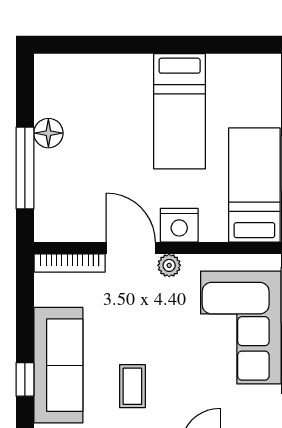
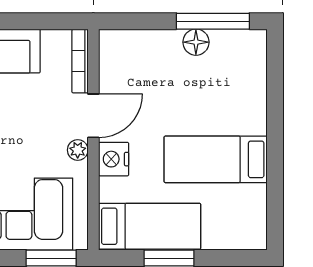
window: (25, 168) -> (213, 21), moved

